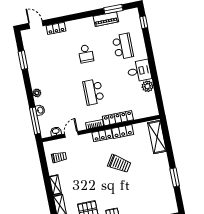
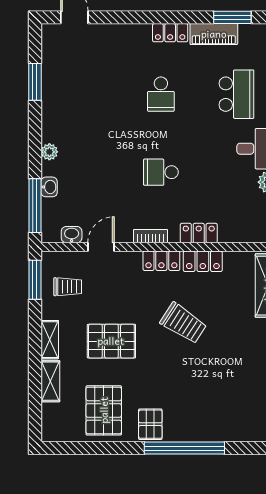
locker: (56, 28) -> (170, 33), moved
school desk: (93, 92) -> (161, 172), width x0.54
locker: (118, 118) -> (199, 233), width x0.66
window: (42, 157) -> (35, 280), added
pallet: (86, 180) -> (111, 341), added

